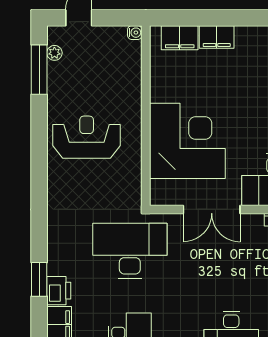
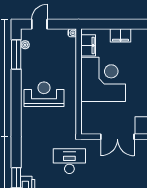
filing cabinet: (180, 38) -> (88, 45), moved, turned -90
corner desk: (187, 141) -> (103, 79), moved
desk: (130, 251) -> (69, 161), width x0.73, depth x0.77

